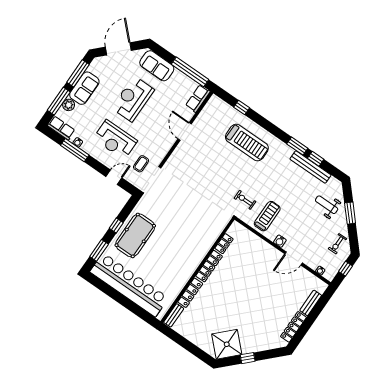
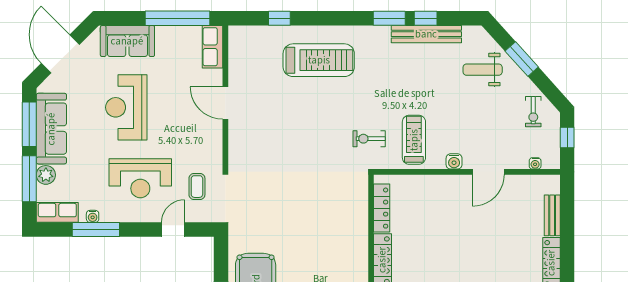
sofa: (84, 88) -> (51, 129), width x1.36
locker: (224, 244) -> (382, 208), width x1.53

